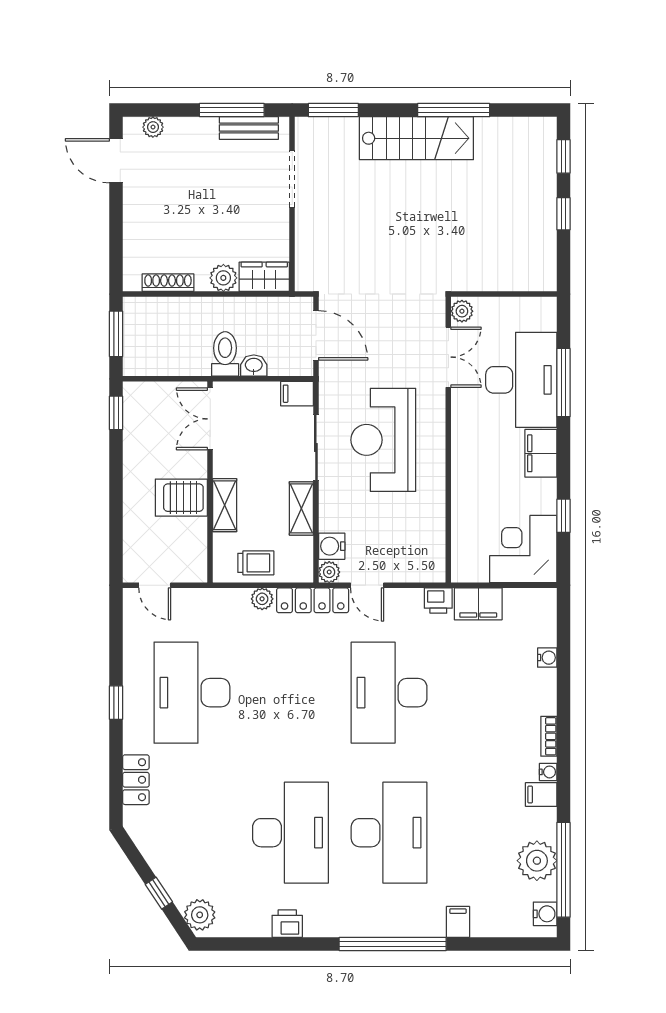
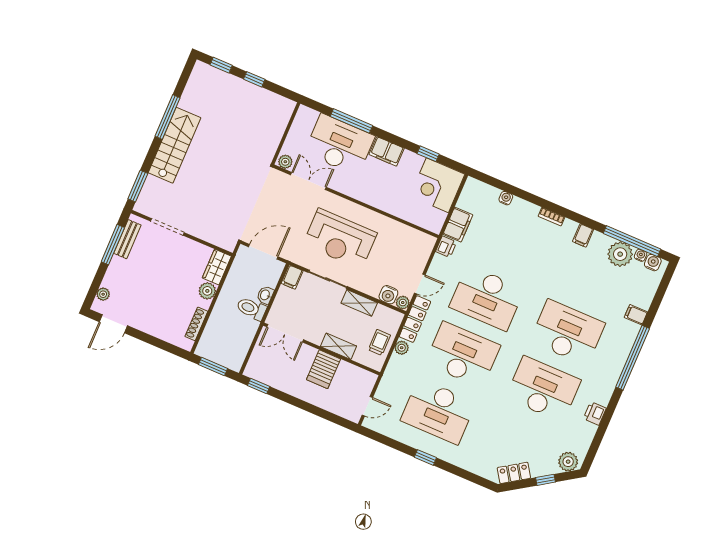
desk: (290, 693) -> (463, 355), added
water cooler: (548, 772) -> (641, 255), moved
locker: (136, 780) -> (514, 473), moved, turned -33

